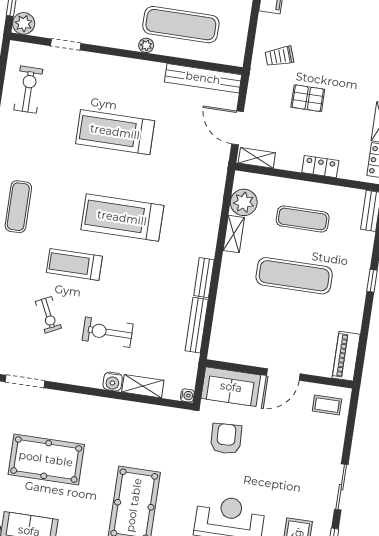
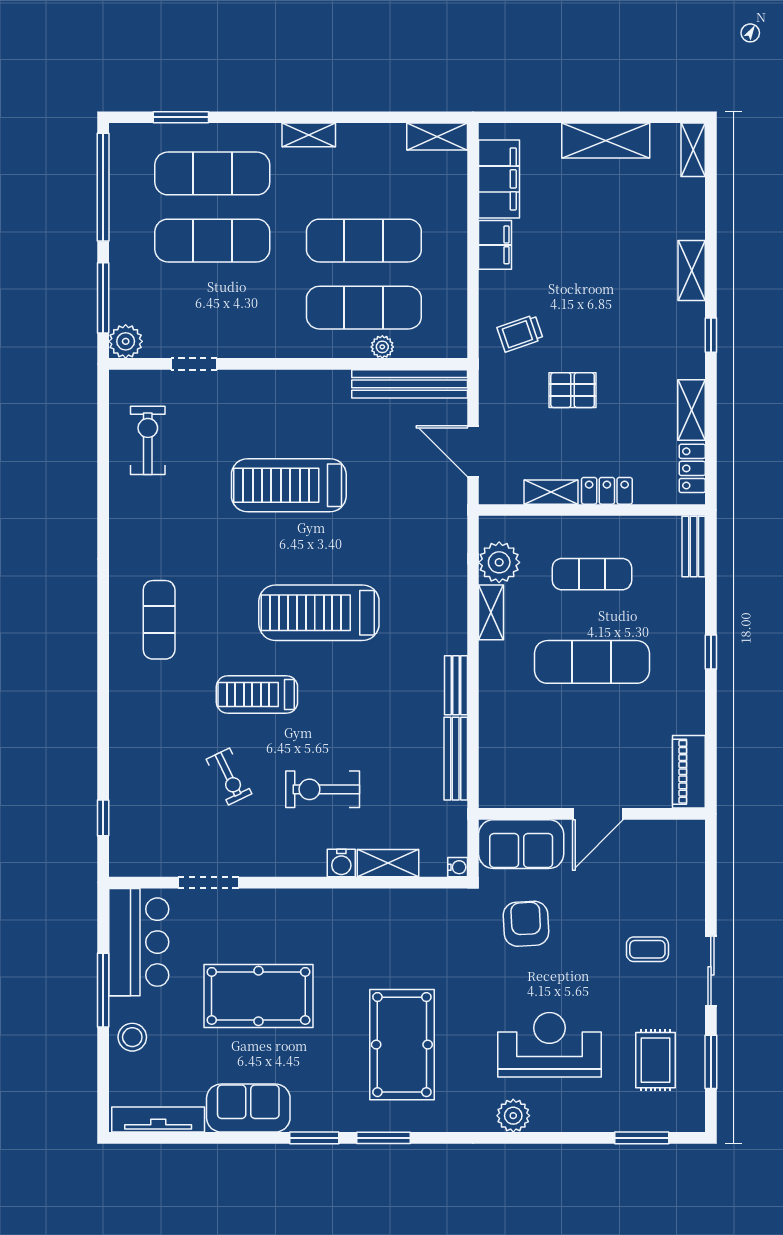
plant: (146, 45) -> (382, 347), moved
shelving: (257, 158) -> (551, 492), moved
coffee table: (327, 405) -> (647, 949), moved

